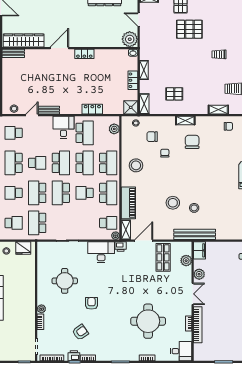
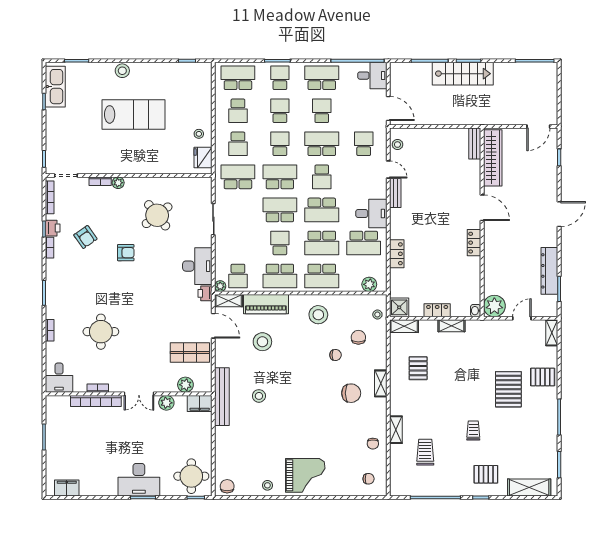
stool: (173, 203) -> (262, 342), moved
round table: (65, 281) -> (157, 215), turned -38
round table: (148, 321) -> (101, 332), width x0.73, depth x0.73

